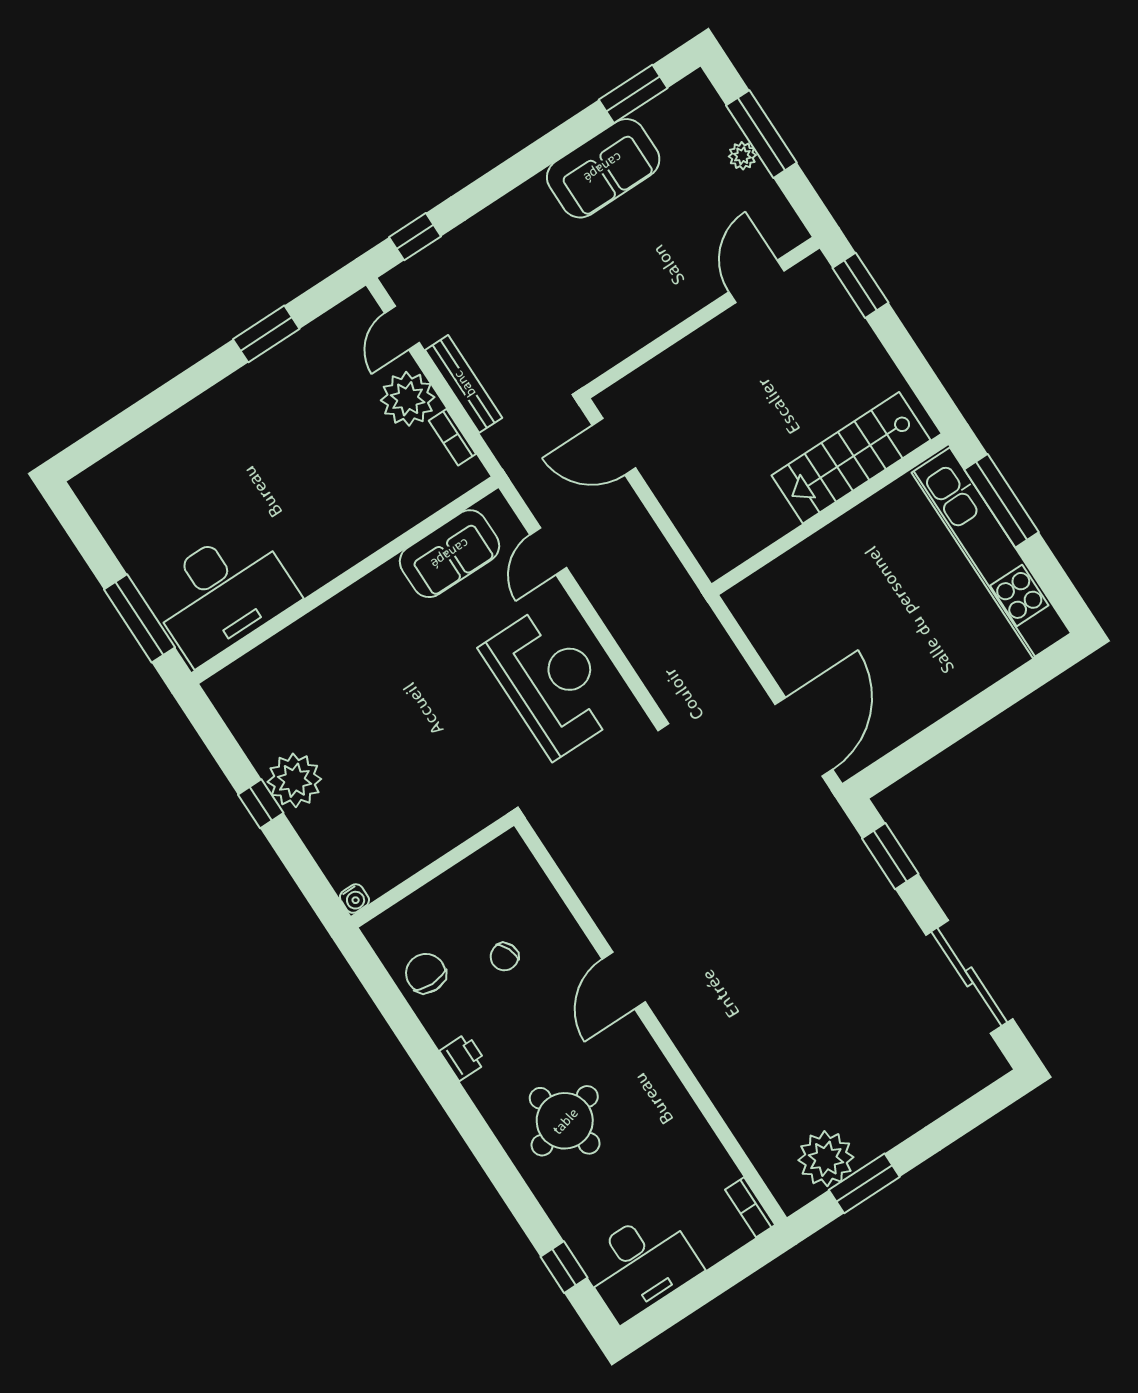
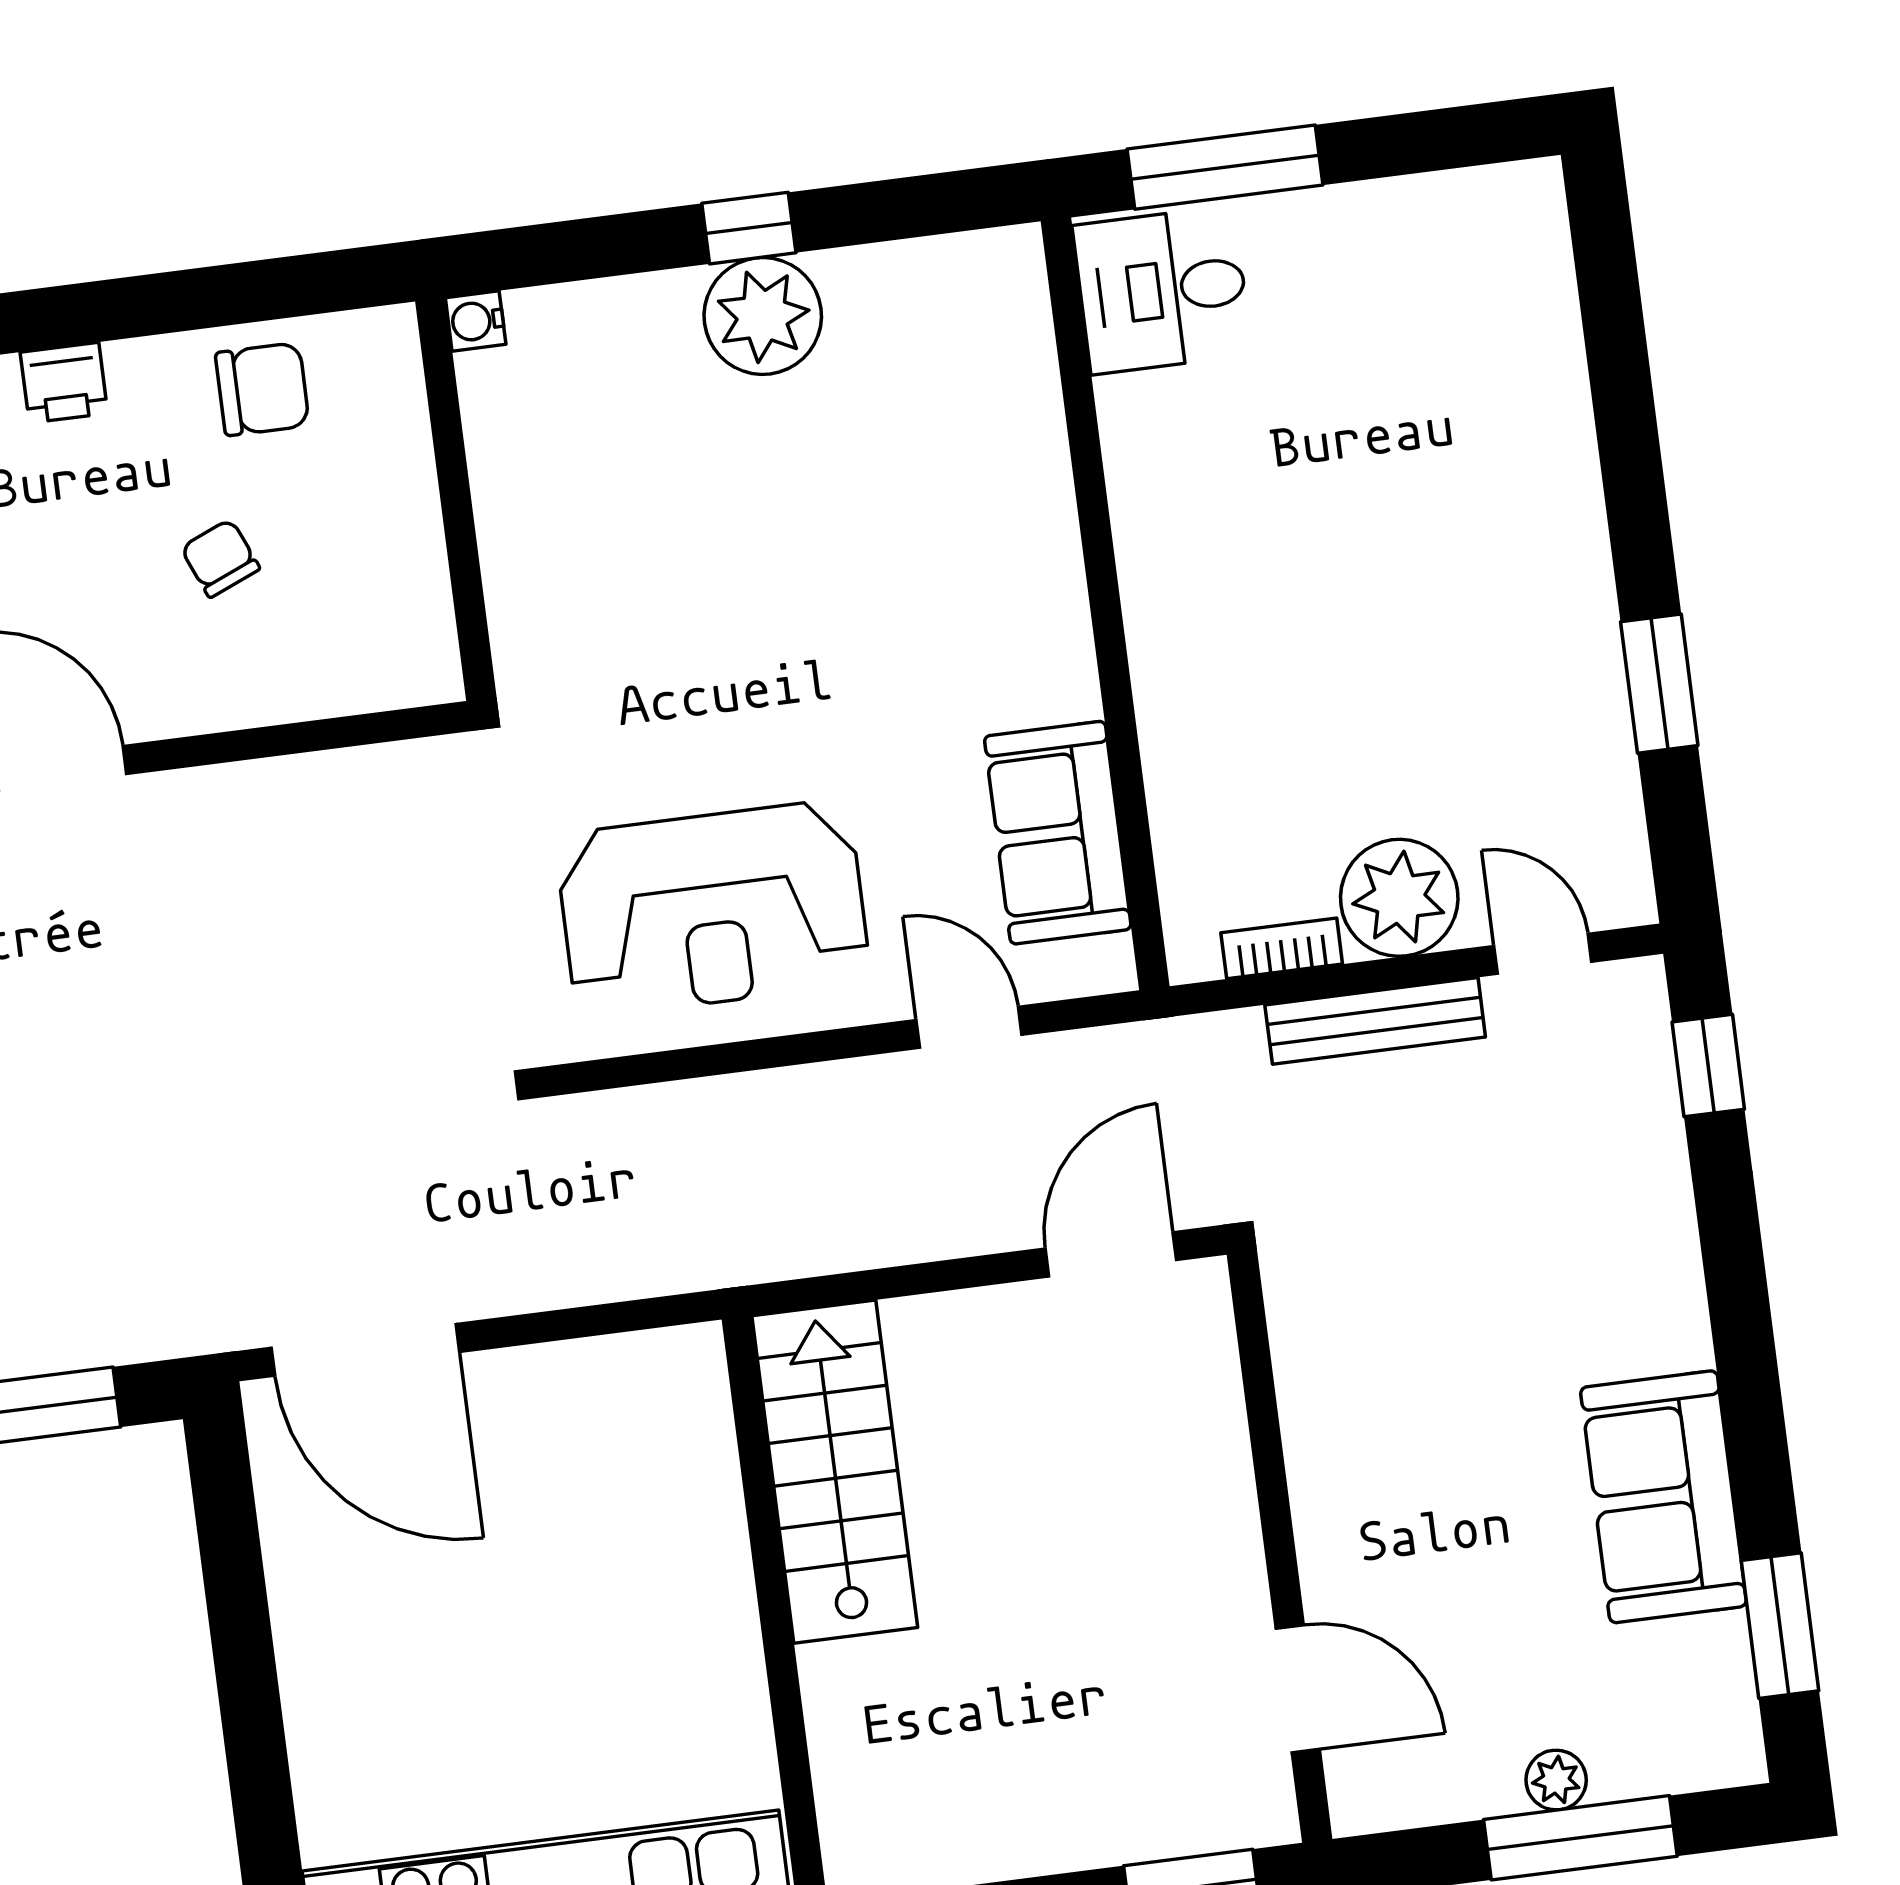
stairs: (851, 458) -> (835, 1472), moved
desk: (222, 594) -> (1162, 290), width x0.53, depth x0.77

